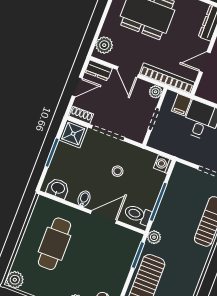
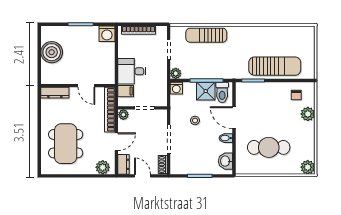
shower: (73, 134) -> (206, 91), moved
plant: (154, 237) -> (176, 73), moved

